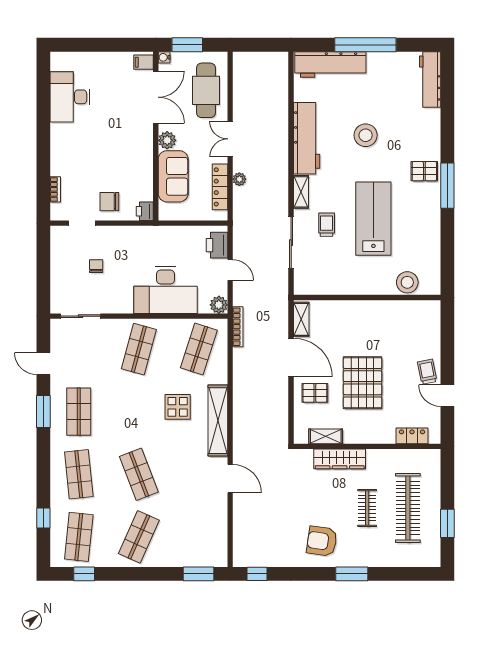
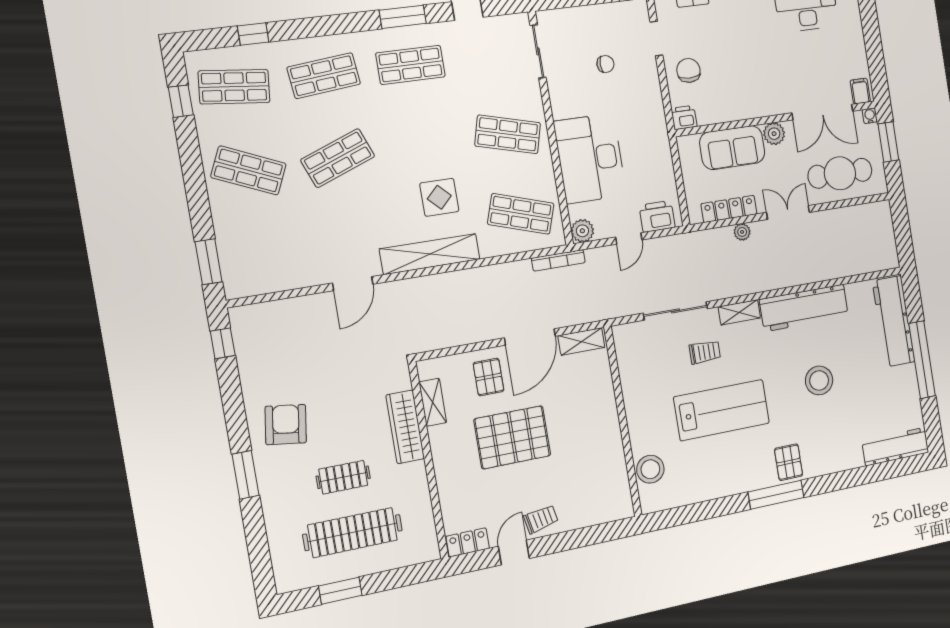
locker: (412, 436) -> (468, 542), moved, turned -90

